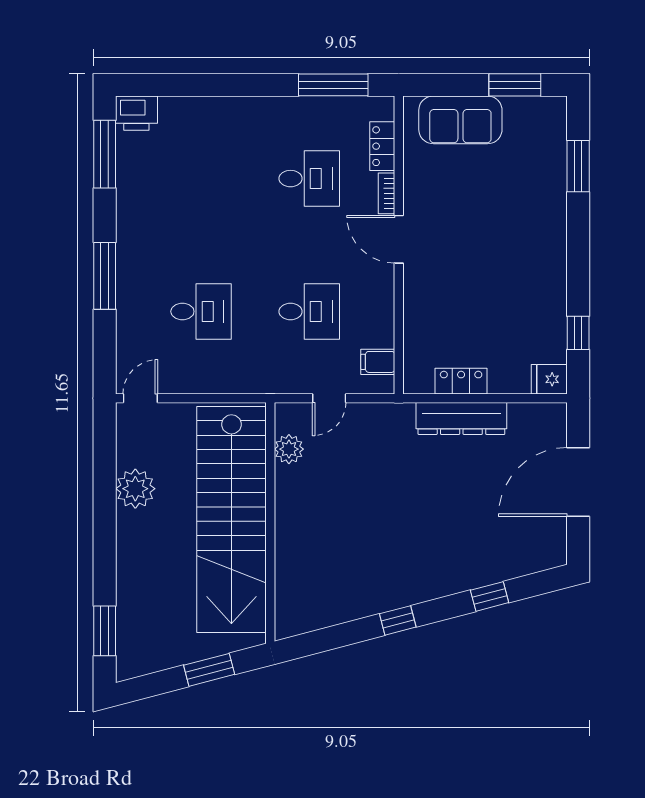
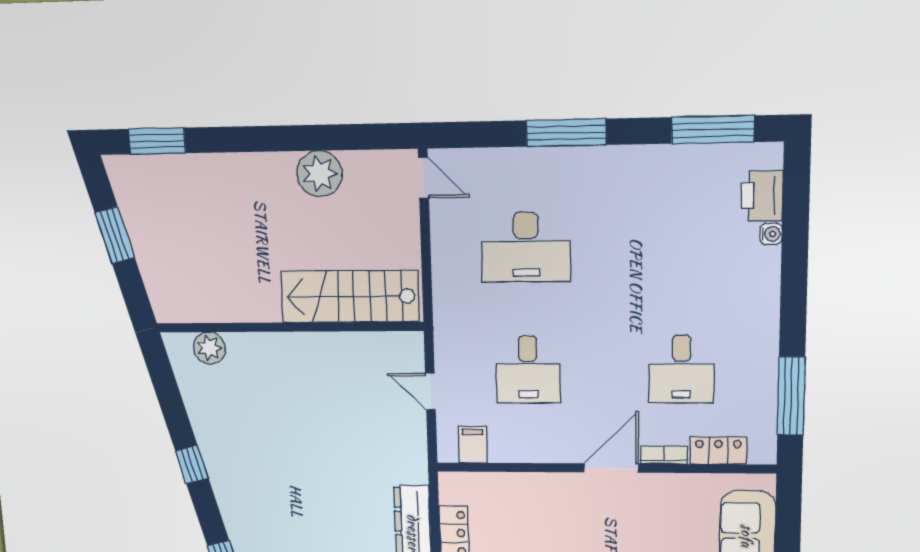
water cooler: (192, 105) -> (771, 234), added
printer: (136, 113) -> (762, 196), moved
desk: (201, 311) -> (526, 247), width x1.37
plant: (289, 449) -> (209, 348), moved
stairs: (231, 519) -> (350, 297), width x0.54, depth x0.66
window: (209, 670) -> (115, 235), moved

